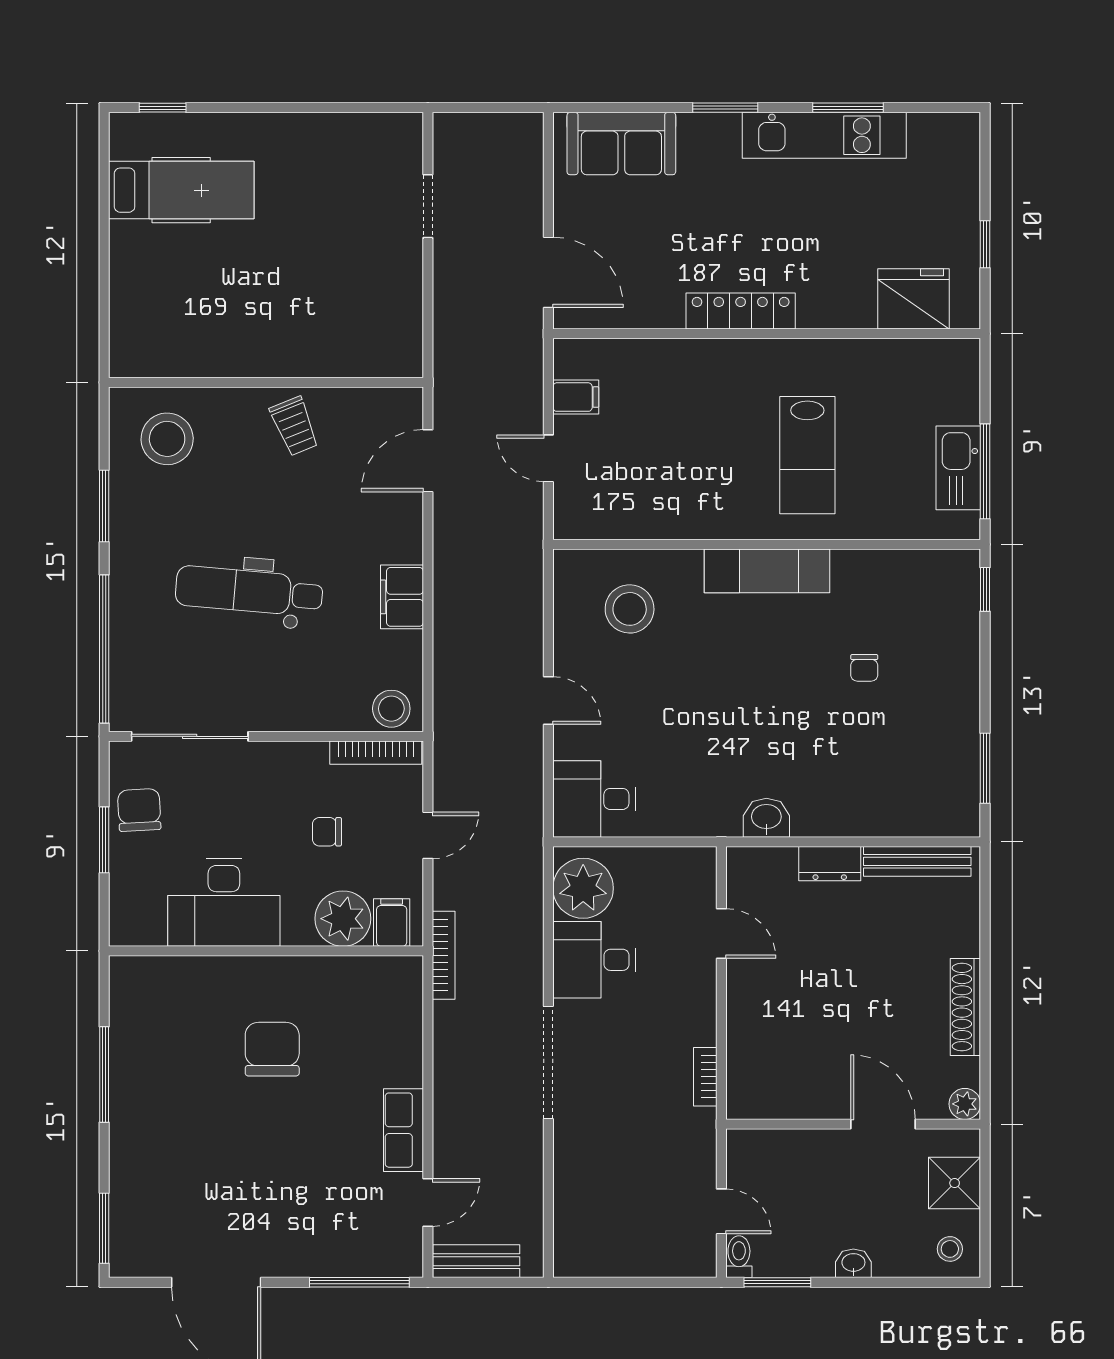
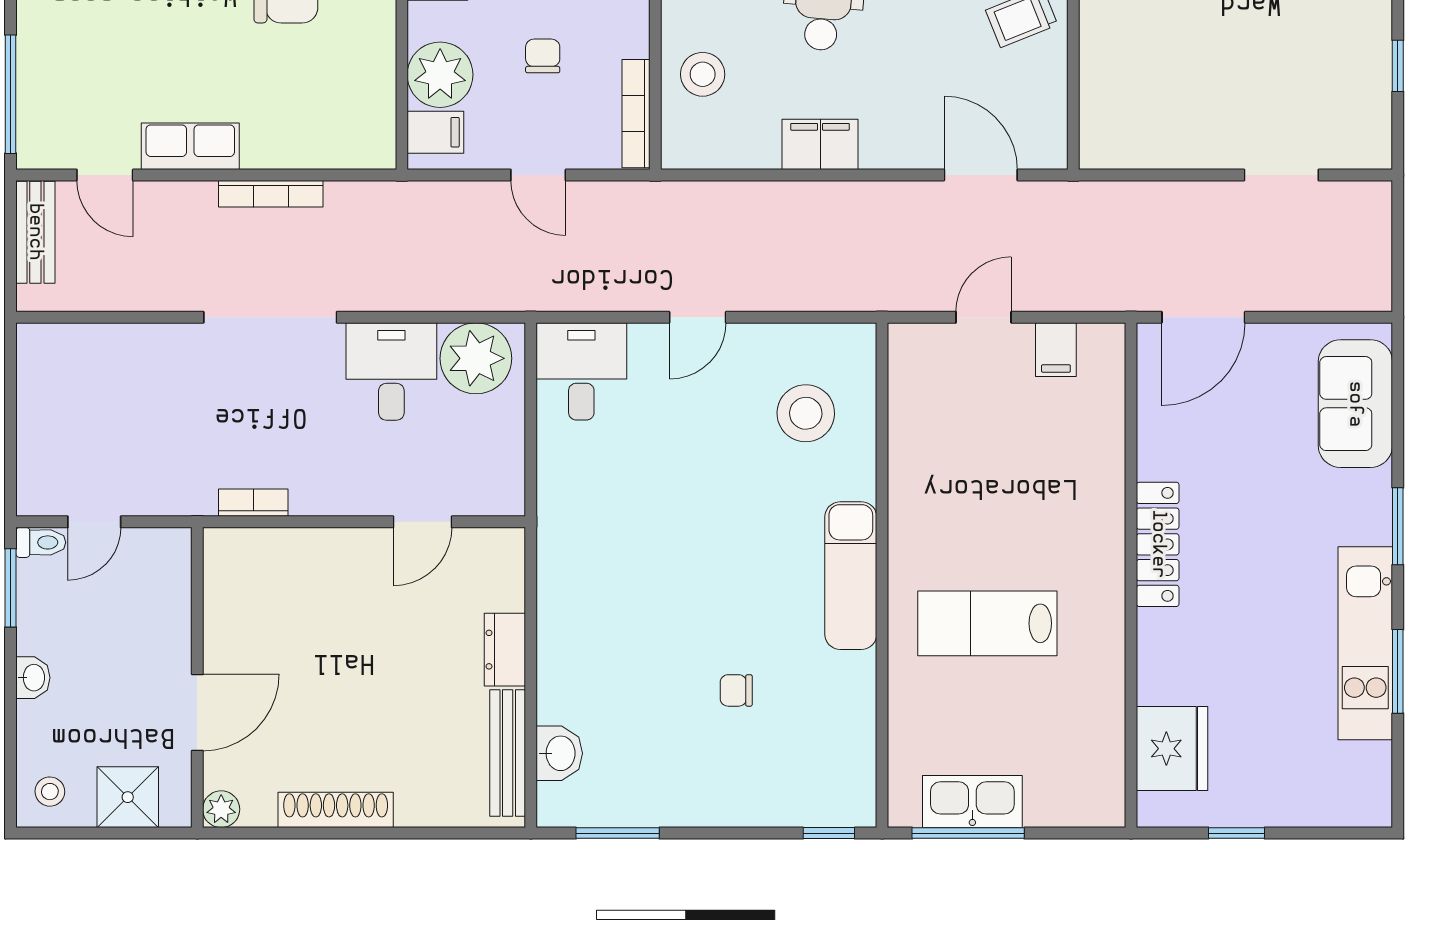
window: (335, 108) -> (1398, 66), added
stool: (391, 709) -> (703, 74), moved
washbasin: (766, 818) -> (559, 753), moved
bookcase: (444, 955) -> (271, 194), moved

